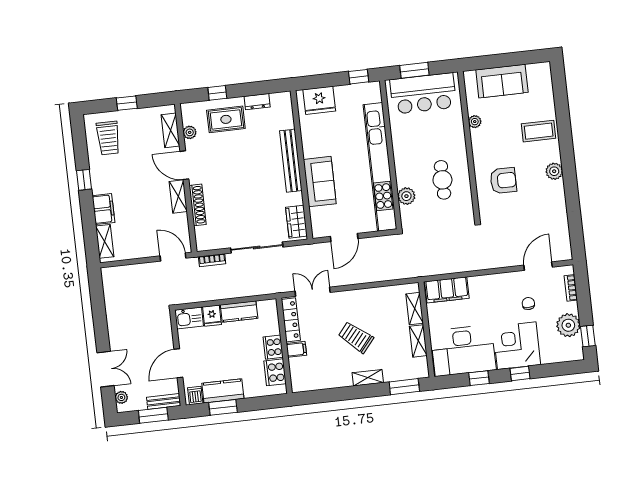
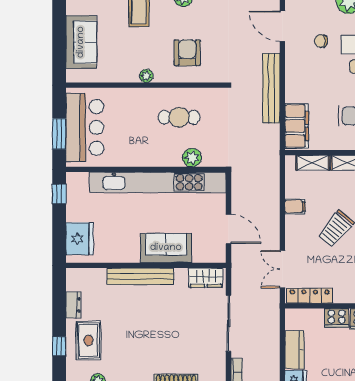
plant: (475, 122) -> (146, 76), moved
bench: (479, 262) -> (271, 88), added
filing cabinet: (296, 349) -> (295, 207), moved, turned 90

